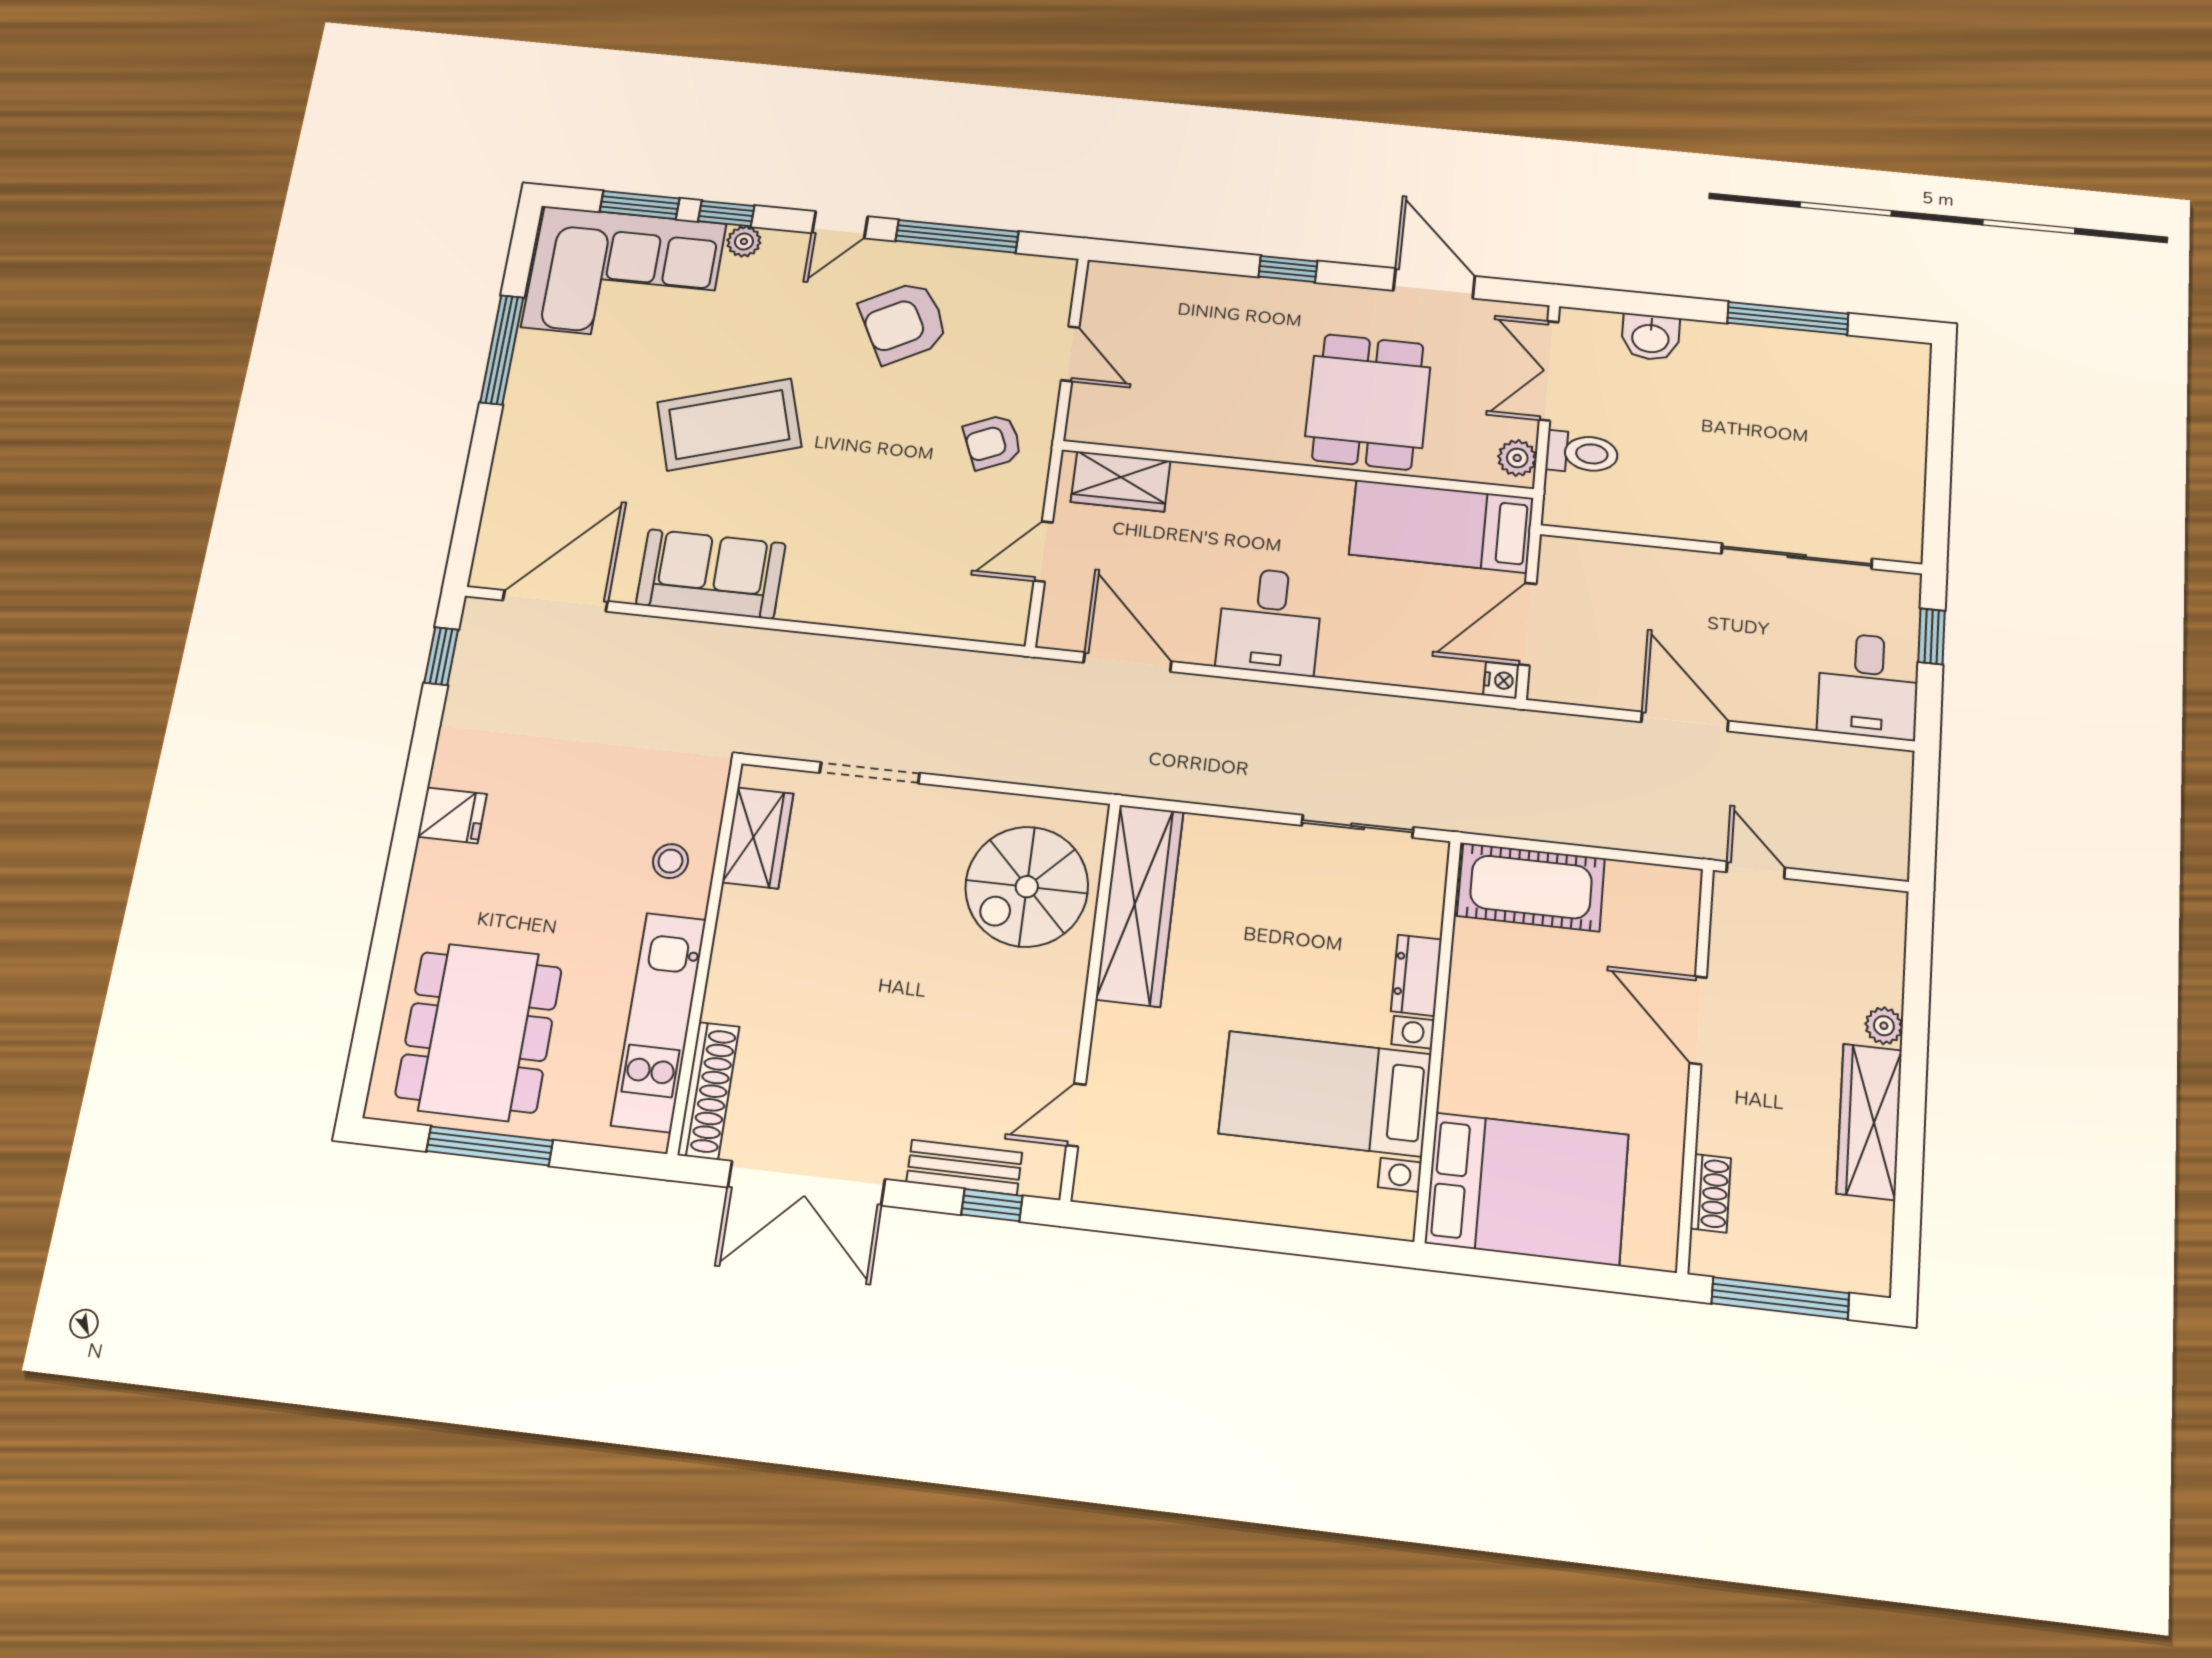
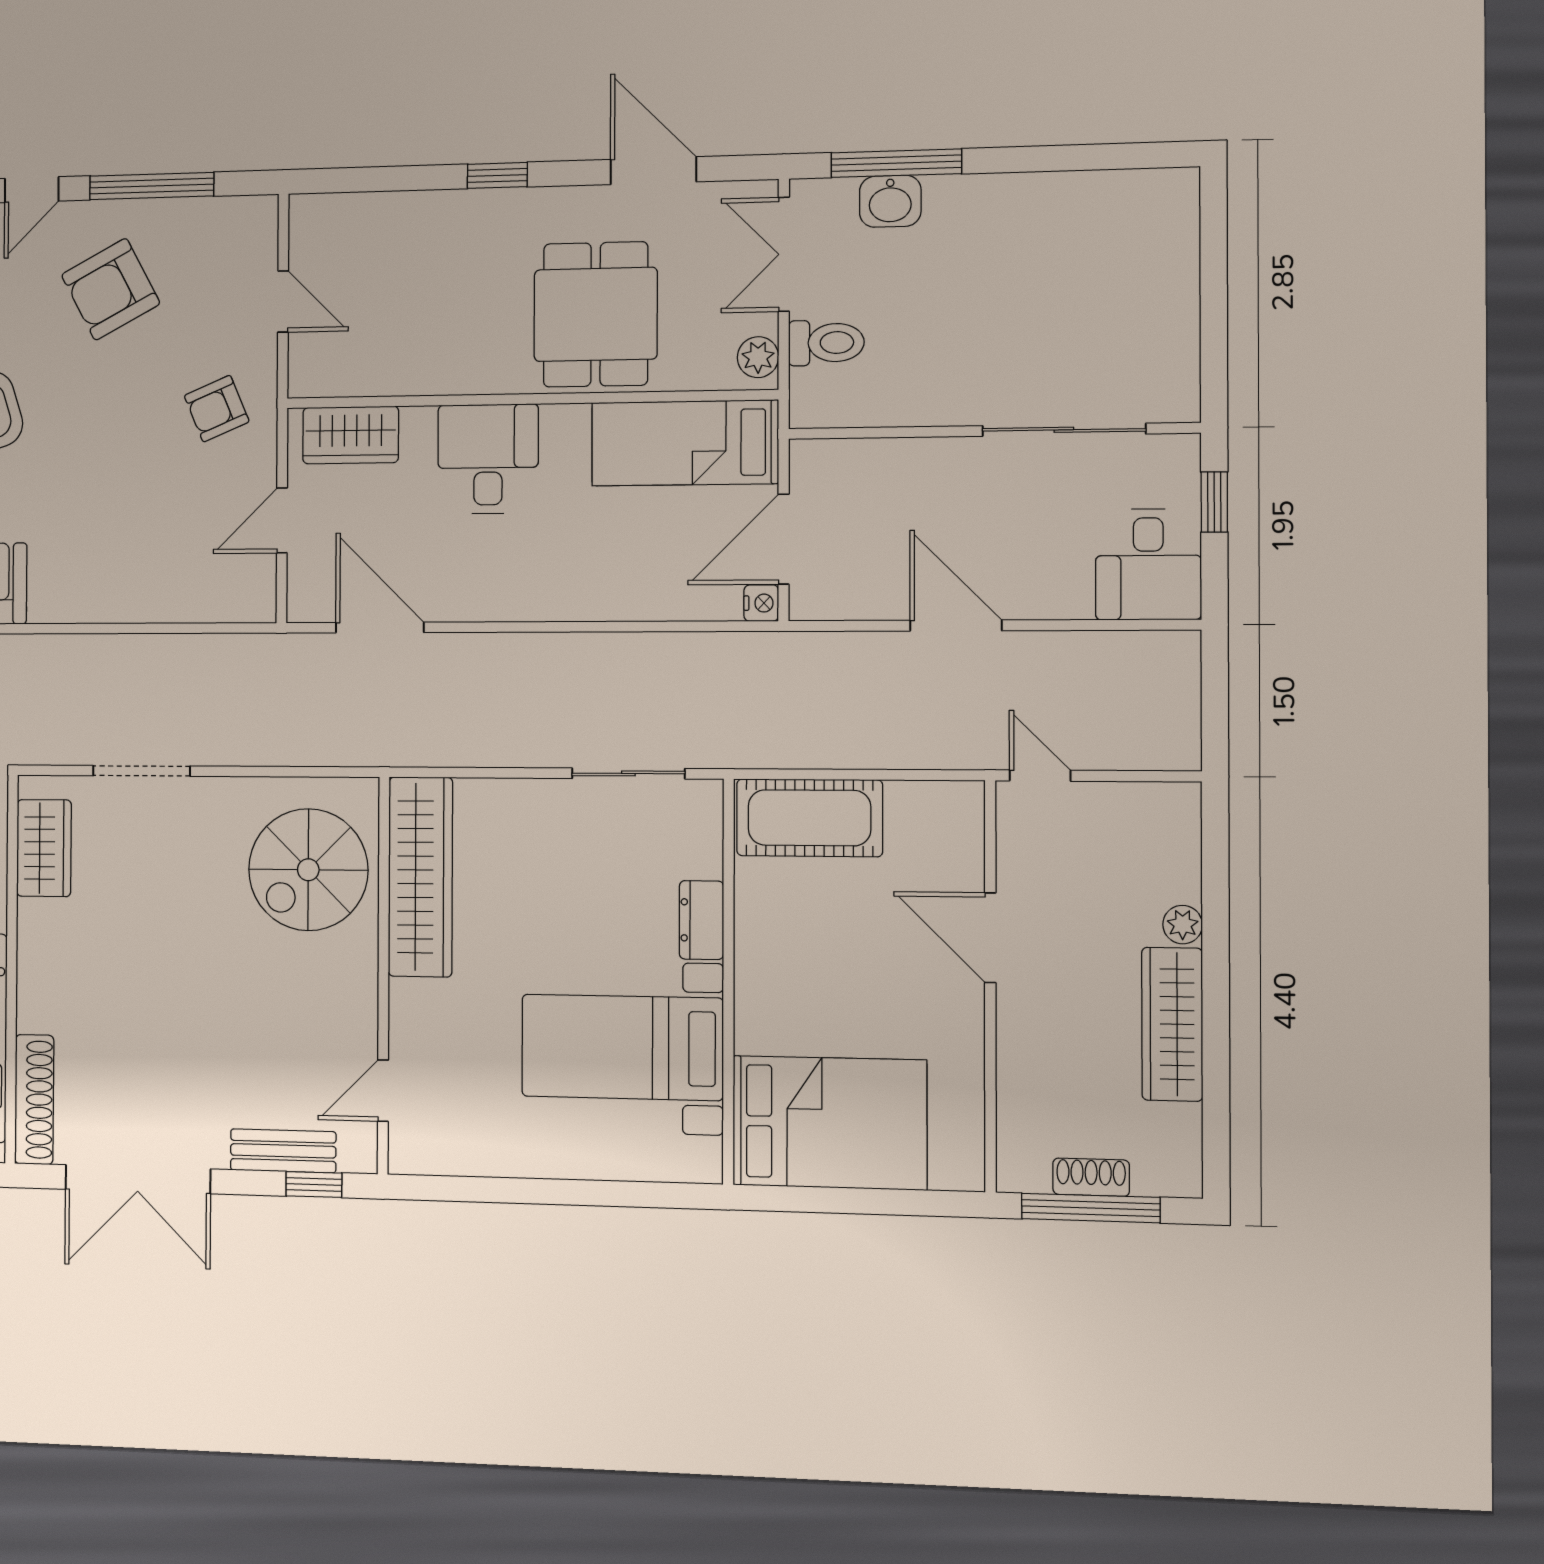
window: (1788, 318) -> (896, 163), moved
desk: (1270, 621) -> (488, 459), moved, turned 180
shoe rack: (1711, 1193) -> (1091, 1177), moved, turned -90

